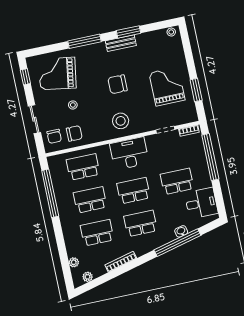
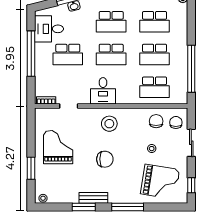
grand piano: (167, 86) -> (58, 147), turned 180
window: (196, 90) -> (31, 168), moved
chair: (74, 133) -> (156, 121), turned 90
desk: (129, 153) -> (103, 91), width x0.73
window: (210, 157) -> (31, 54), moved

